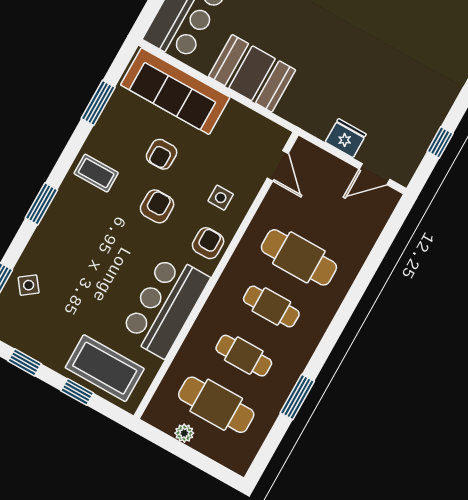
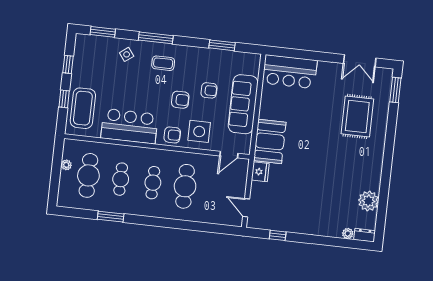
booth: (252, 73) -> (270, 141), moved
sofa: (175, 91) -> (243, 104), moved
fridge: (346, 138) -> (260, 172), moved
armchair: (162, 154) -> (209, 90), turned 180
coffee table: (96, 173) -> (163, 63), moved, turned 90
side table: (221, 198) -> (199, 131), width x1.87, depth x1.87
window: (41, 204) -> (156, 38), width x1.44
side table: (29, 285) -> (127, 54), moved

